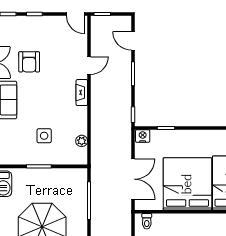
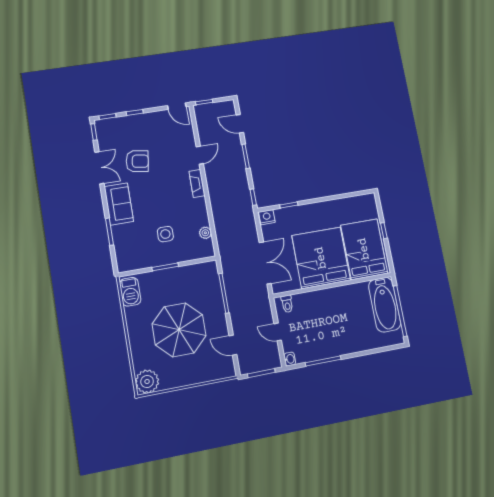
armchair: (29, 62) -> (137, 161), turned -81

